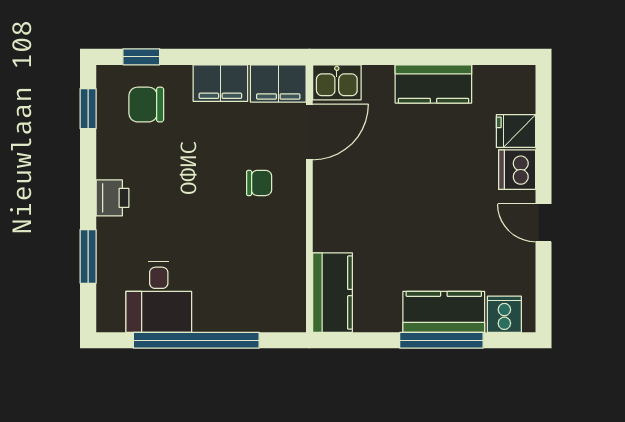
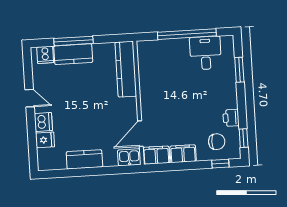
chair: (259, 183) -> (162, 109), removed
printer: (112, 198) -> (231, 118), moved
kitchen counter: (332, 293) -> (126, 69), width x1.50

